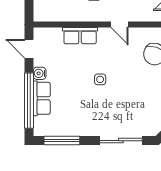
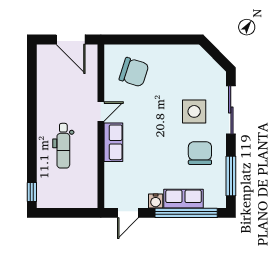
row of seats: (80, 36) -> (113, 142), moved
side table: (100, 79) -> (194, 111), moved, width x1.87, depth x1.87
chair: (82, 113) -> (200, 153), added

